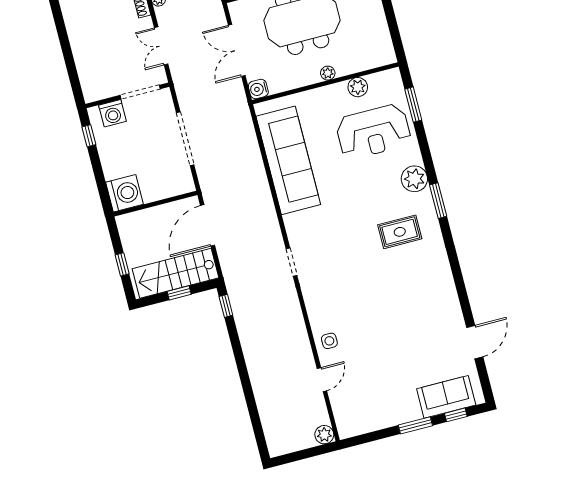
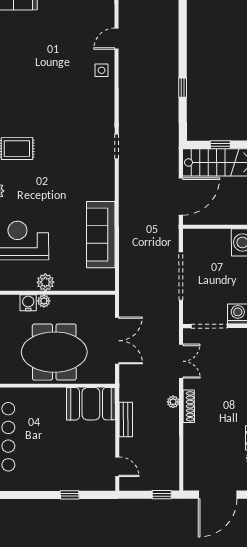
plant: (358, 87) -> (45, 282), moved
water cooler: (258, 89) -> (28, 303), moved, turned -90
sofa: (288, 160) -> (101, 235), width x0.74, depth x0.79
window: (226, 306) -> (183, 88), moved

